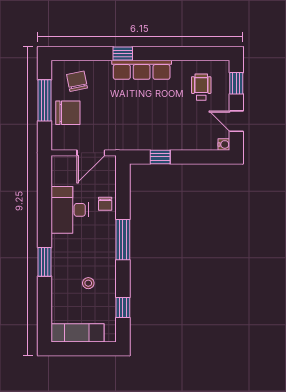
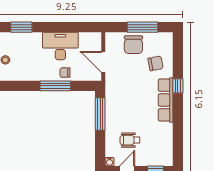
chair: (77, 81) -> (156, 63), moved
wheelchair: (201, 87) -> (130, 140), moved, turned 180
window: (160, 157) -> (100, 114), width x2.17
window: (123, 240) -> (55, 86), moved

